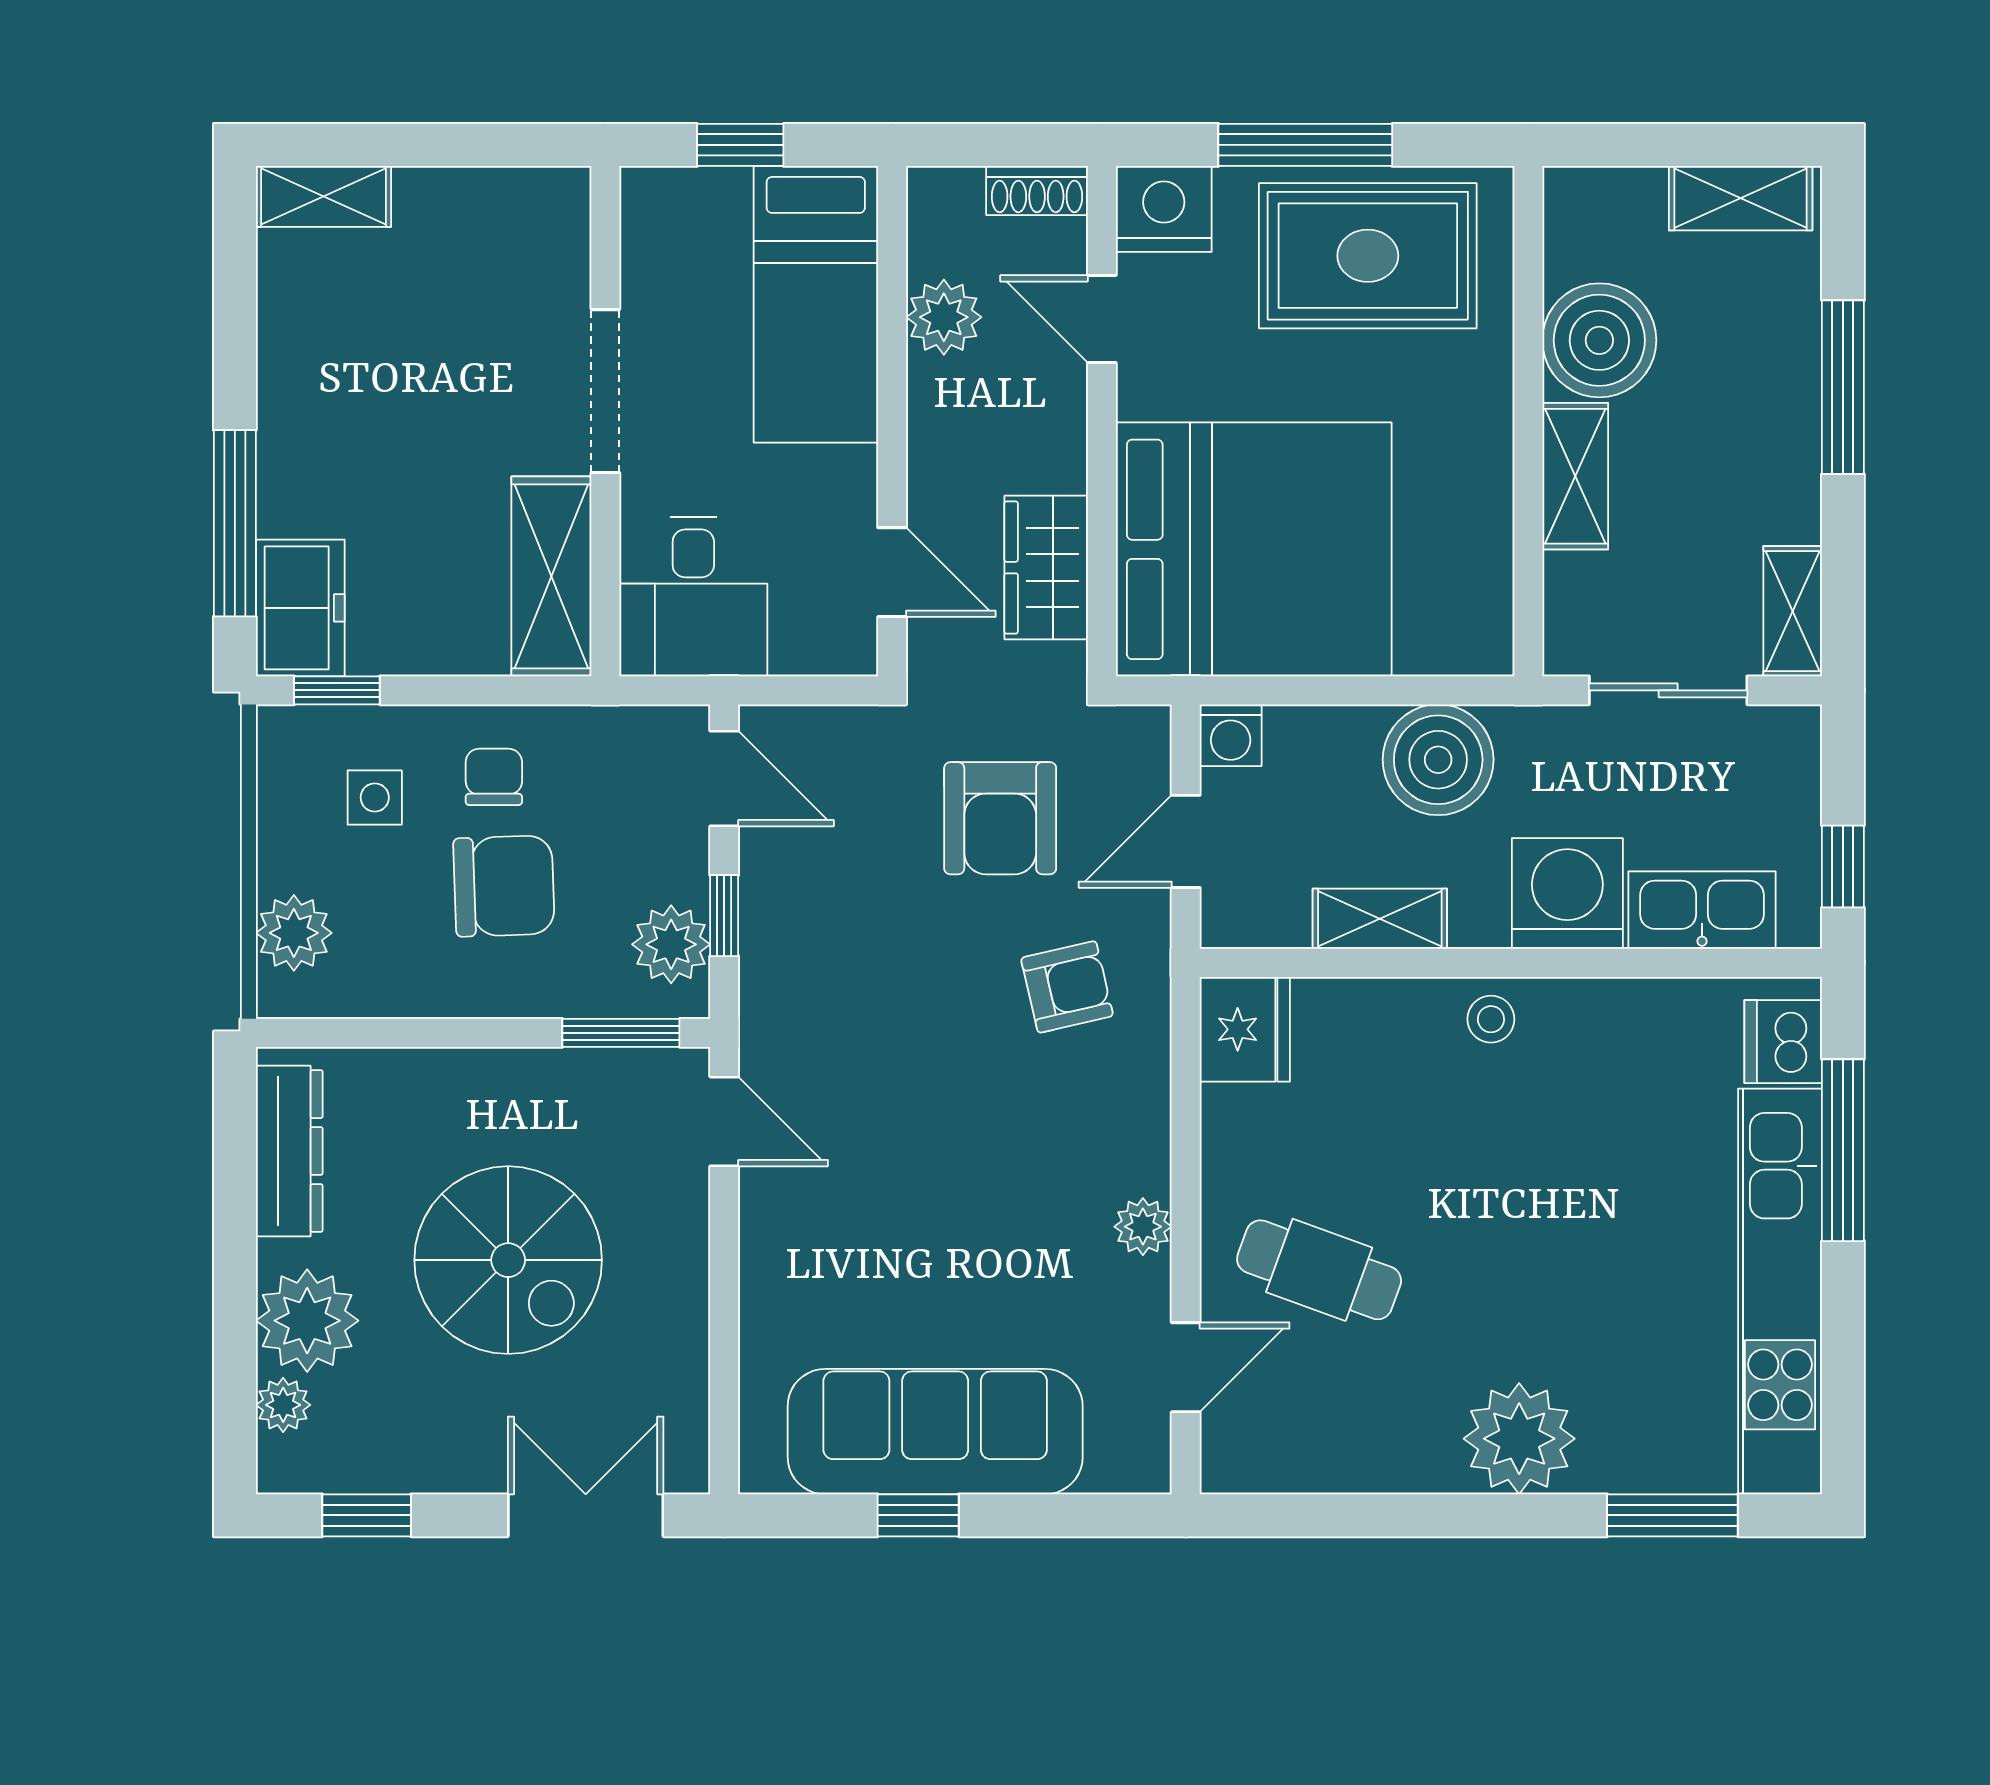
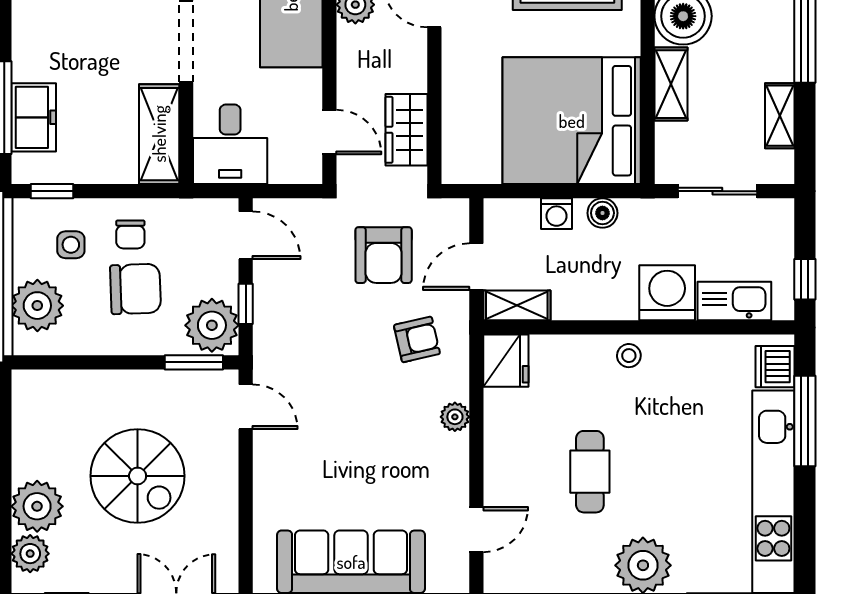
bed: (1254, 549) -> (572, 121), moved, turned 180
freezer: (300, 608) -> (34, 117), moved
shelving: (1793, 611) -> (780, 116), moved
washing machine: (1231, 735) -> (556, 214), moved
boiler: (1438, 760) -> (602, 213), width x0.54, depth x0.54
chair: (494, 777) -> (130, 234), turned 180
shelving: (1380, 919) -> (517, 305), moved
plant: (294, 933) -> (37, 306), width x1.36, depth x1.36
plant: (671, 944) -> (212, 325), width x1.36, depth x1.36
dresser: (289, 1151) -> (28, 421), removed
plant: (1143, 1227) -> (455, 417), moved
cafe table: (1319, 1270) -> (590, 472), moved, turned 70
plant: (283, 1405) -> (30, 554), width x1.38, depth x1.38

